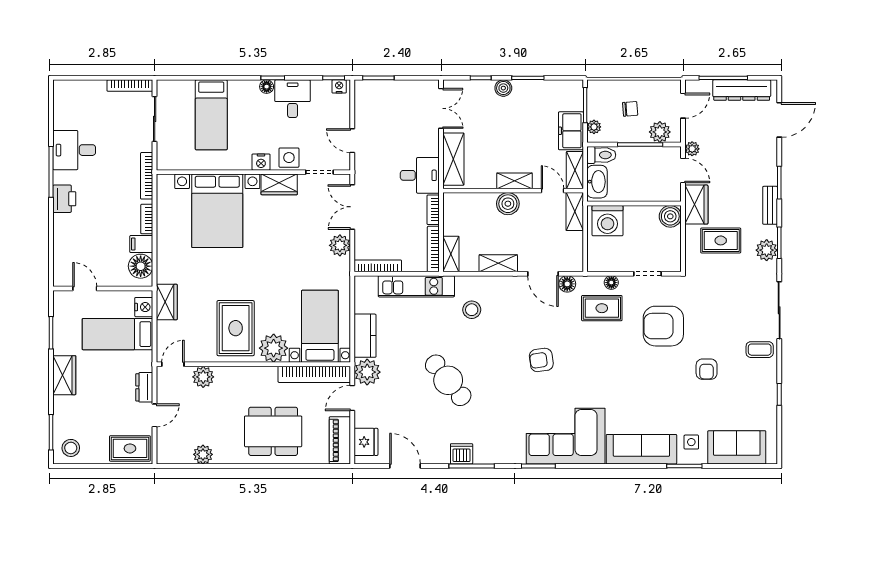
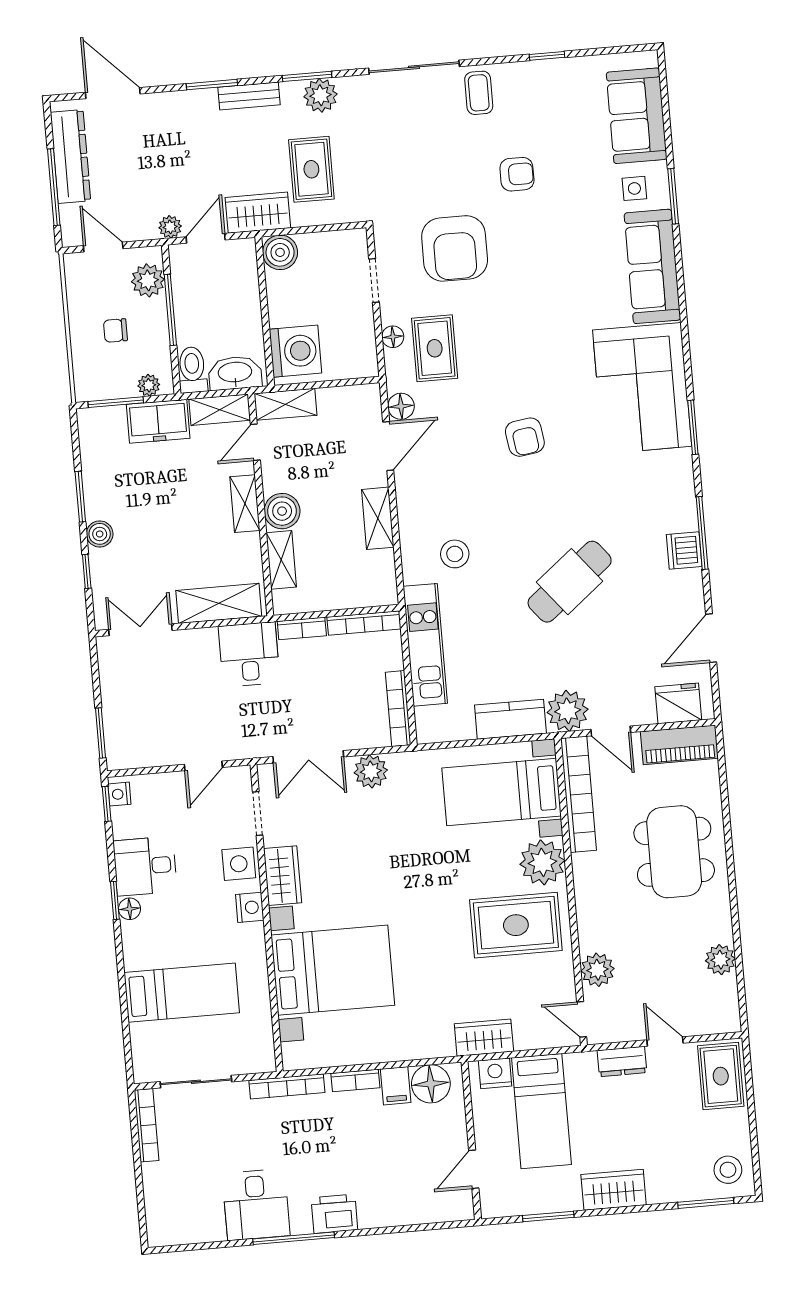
chair: (630, 109) -> (115, 330), turned -86
shelving: (451, 254) -> (281, 560), moved, turned 90

